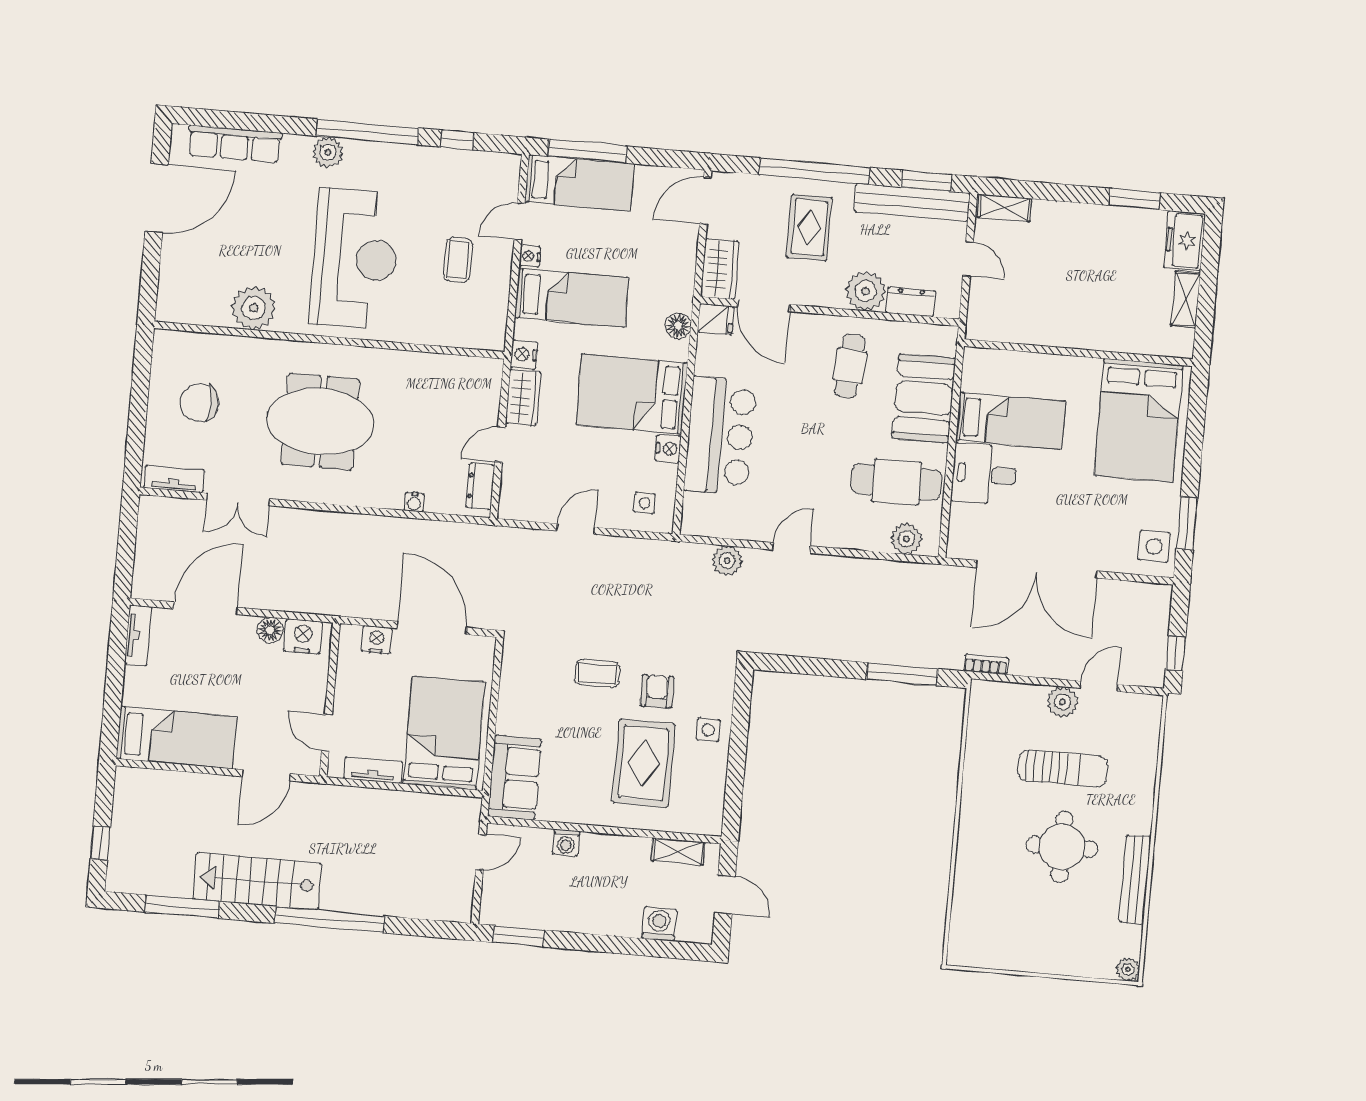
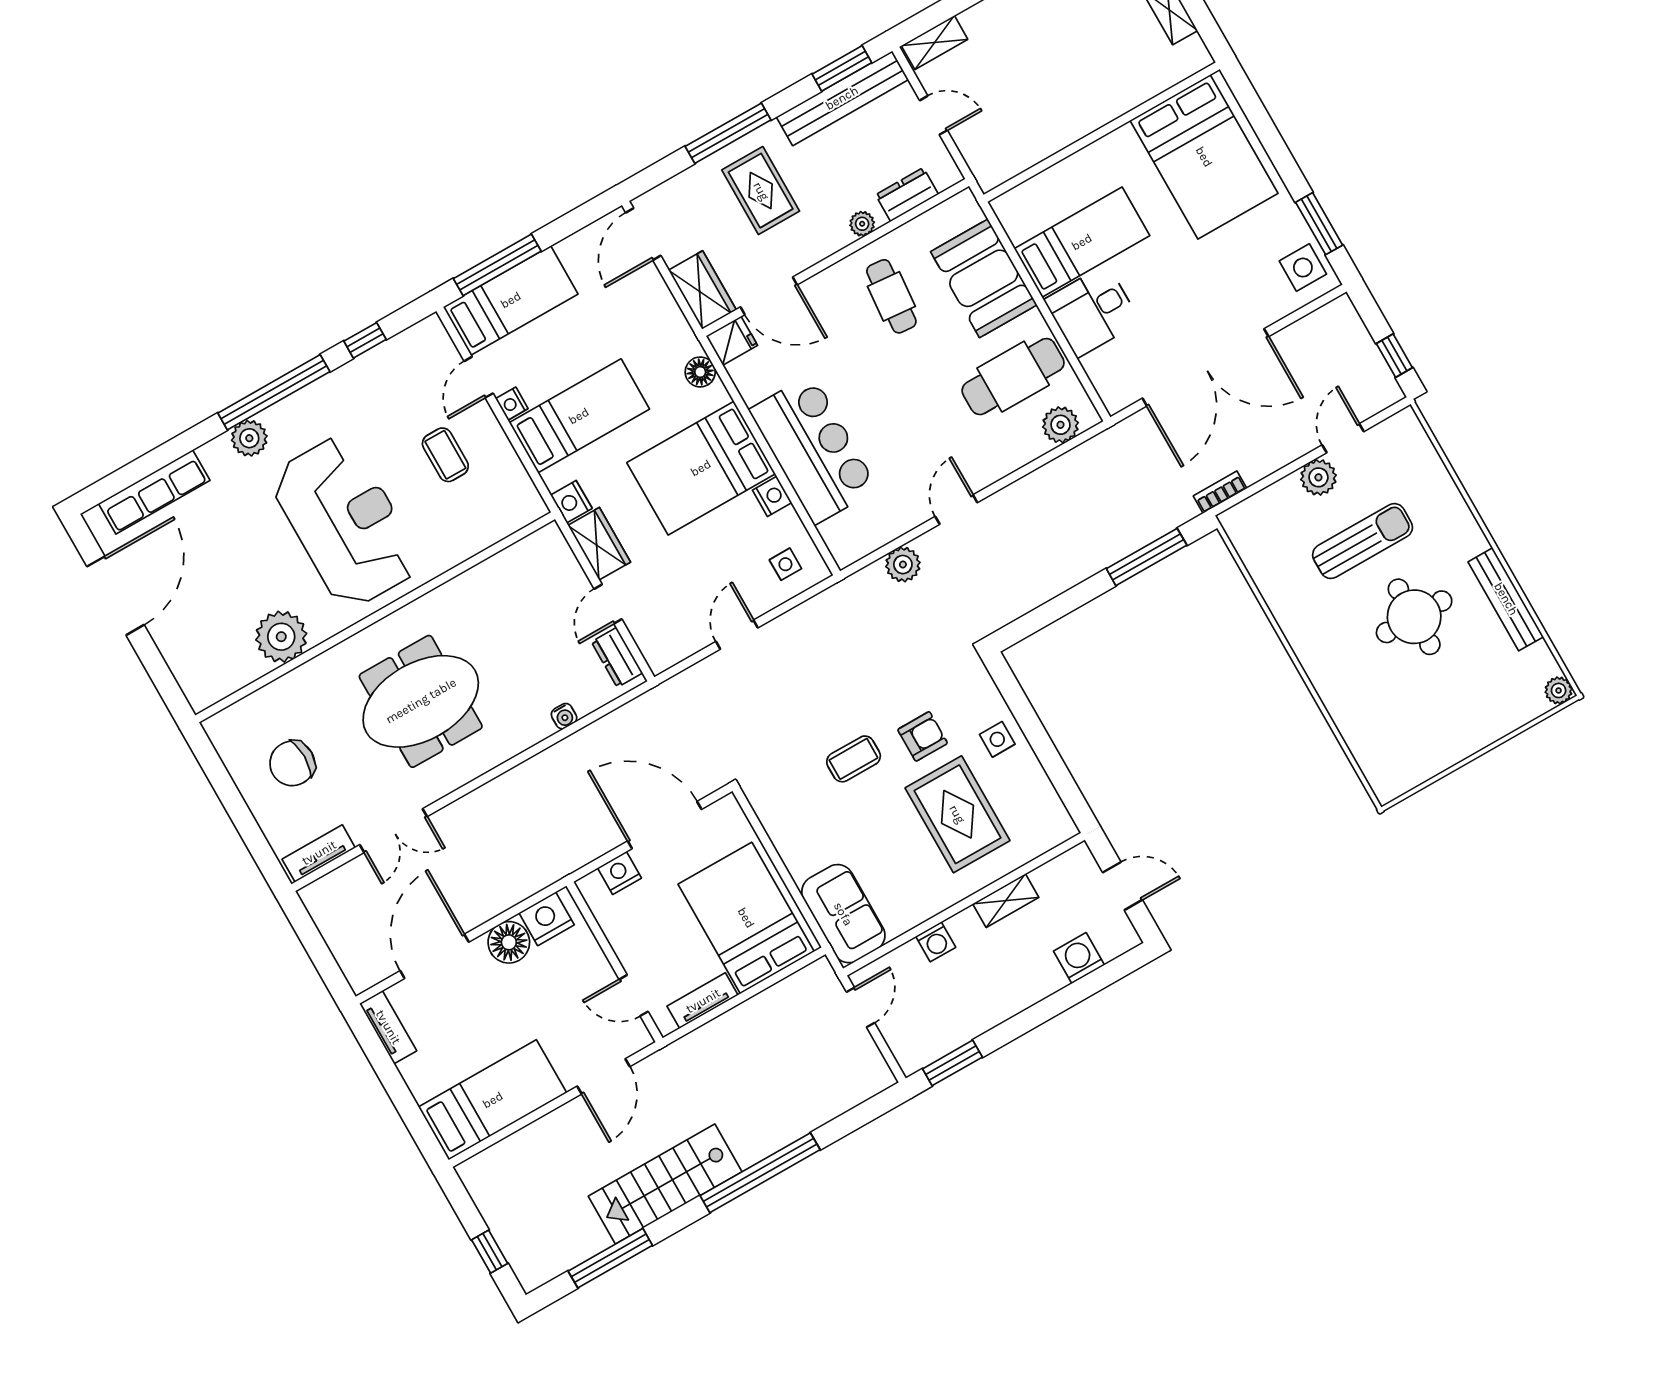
window: (814, 171) -> (728, 133), width x0.68
plant: (865, 291) -> (862, 224), width x0.53, depth x0.53
floor lamp: (270, 630) -> (509, 942), width x1.38, depth x1.38
armchair: (657, 691) -> (923, 736), turned 90
shelving: (678, 851) -> (1006, 901), moved

